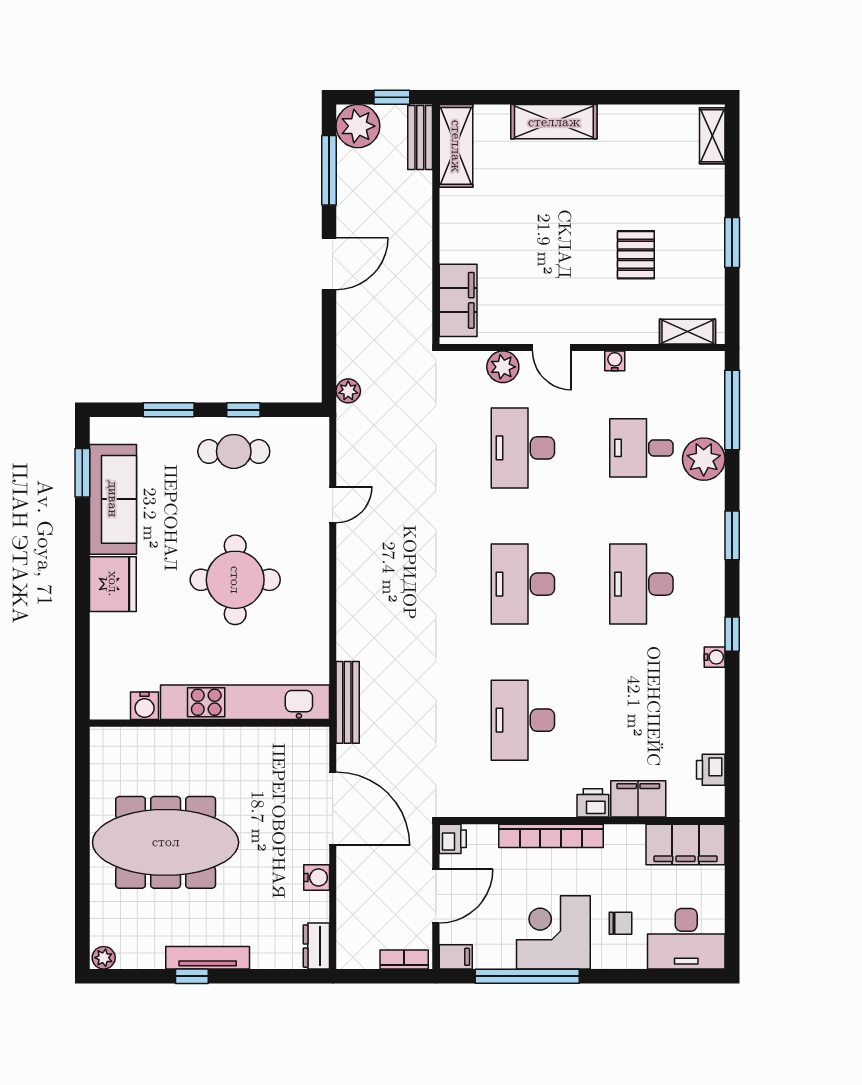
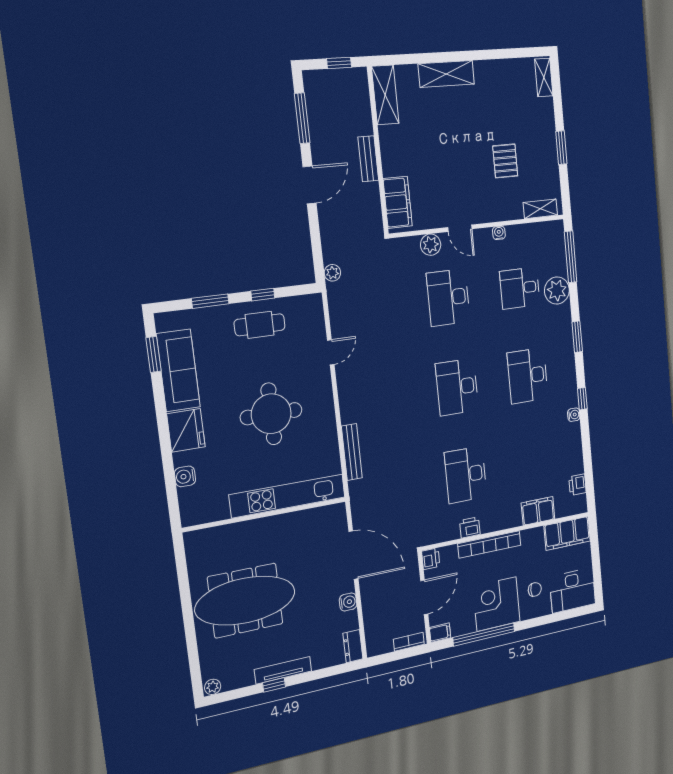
plant: (358, 126) -> (318, 85), removed
bench: (420, 138) -> (368, 159), moved
bench: (348, 702) -> (352, 452), moved
water cooler: (145, 706) -> (185, 476), moved, turned 90
printer: (593, 803) -> (470, 527), moved

